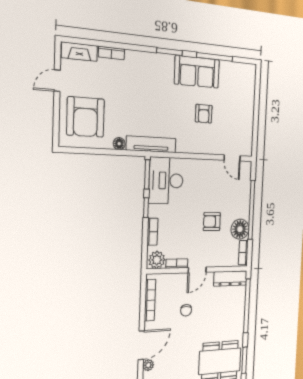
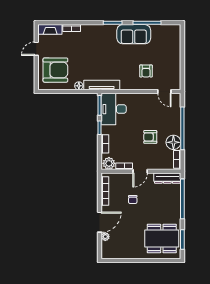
armchair: (204, 114) -> (146, 71), moved
armchair: (86, 117) -> (55, 70), turned -90

